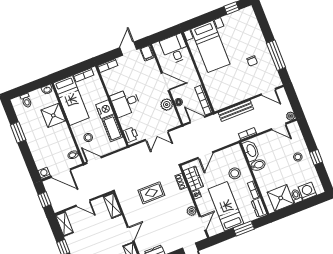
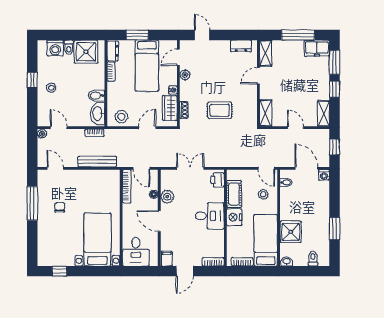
stool: (235, 173) -> (121, 117), moved

